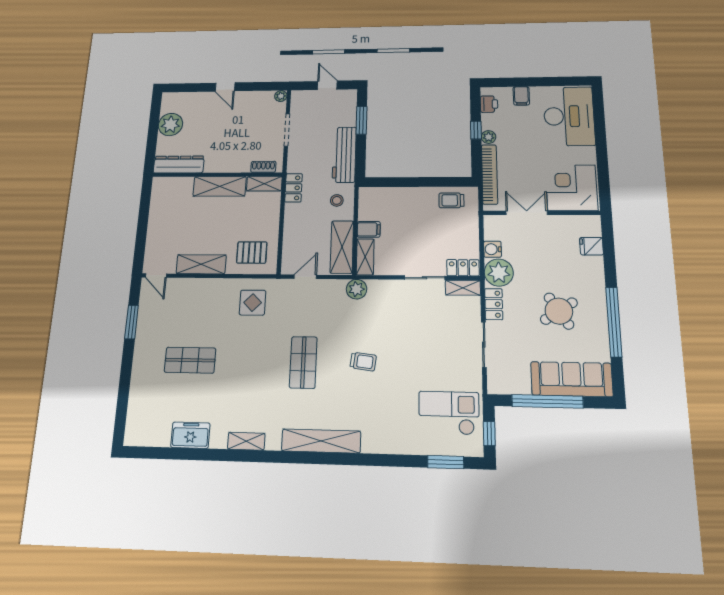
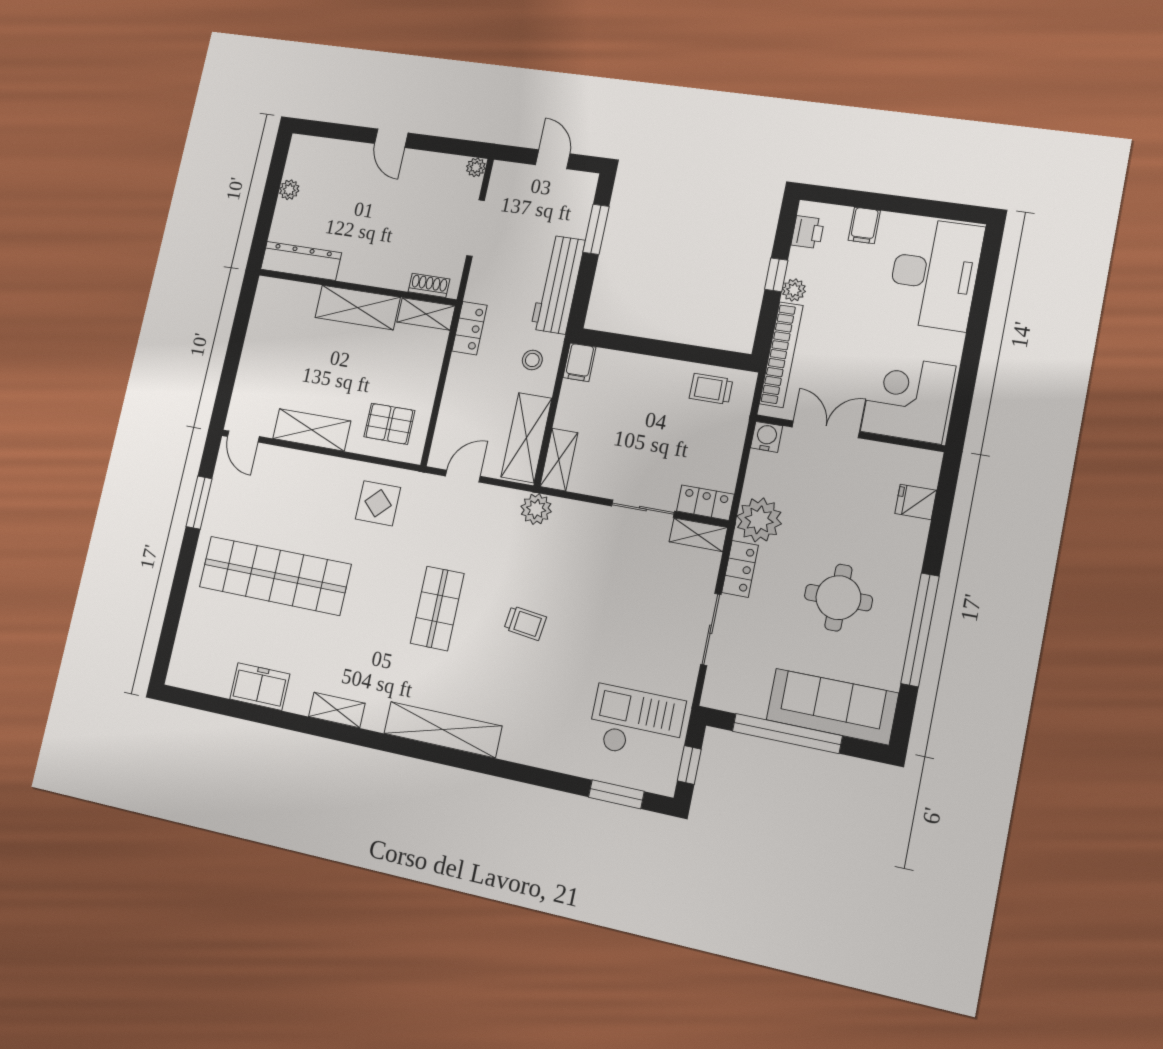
plant: (170, 124) -> (289, 190), width x0.53, depth x0.53
filing cabinet: (369, 229) -> (579, 362), moved, turned 90
water cooler: (493, 249) -> (767, 437), moved, turned 90
round table: (559, 311) -> (838, 598), turned 33
shop shelf: (190, 360) -> (275, 576), width x2.00, depth x1.36

